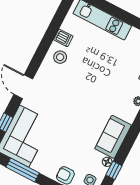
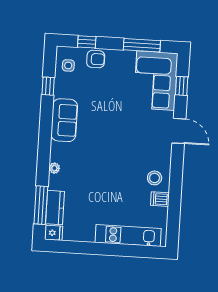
floor lamp: (107, 162) -> (59, 92), removed

